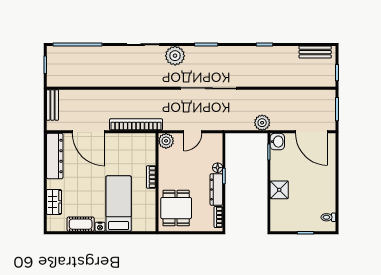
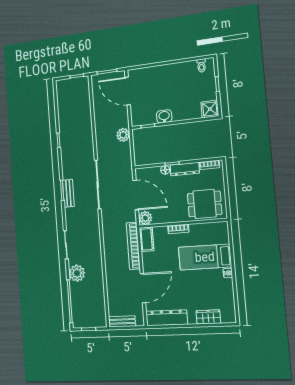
bench: (315, 52) -> (68, 193), moved
plant: (175, 56) -> (77, 273), moved
door: (193, 132) -> (136, 195), width x1.88
door: (311, 132) -> (128, 91), swing flipped
washbasin: (277, 142) -> (164, 116), moved
shower: (279, 190) -> (210, 109), moved
cot: (81, 224) -> (147, 239), moved

